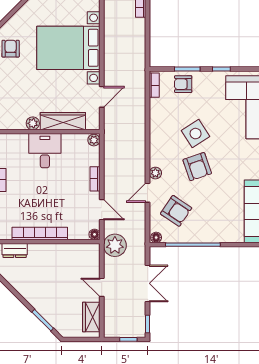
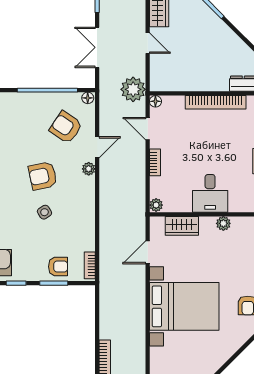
wardrobe: (63, 121) -> (182, 226), width x0.67
side table: (196, 134) -> (44, 212), width x0.54, depth x0.54
armchair: (197, 167) -> (43, 176), turned -83

